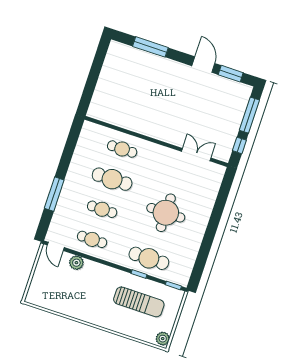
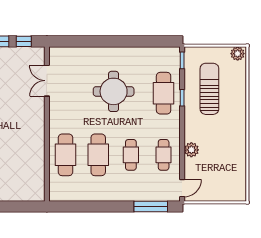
cafe table: (122, 149) -> (65, 155), width x1.37, depth x1.35
window: (54, 194) -> (151, 207), moved
plant: (76, 263) -> (191, 150), moved

